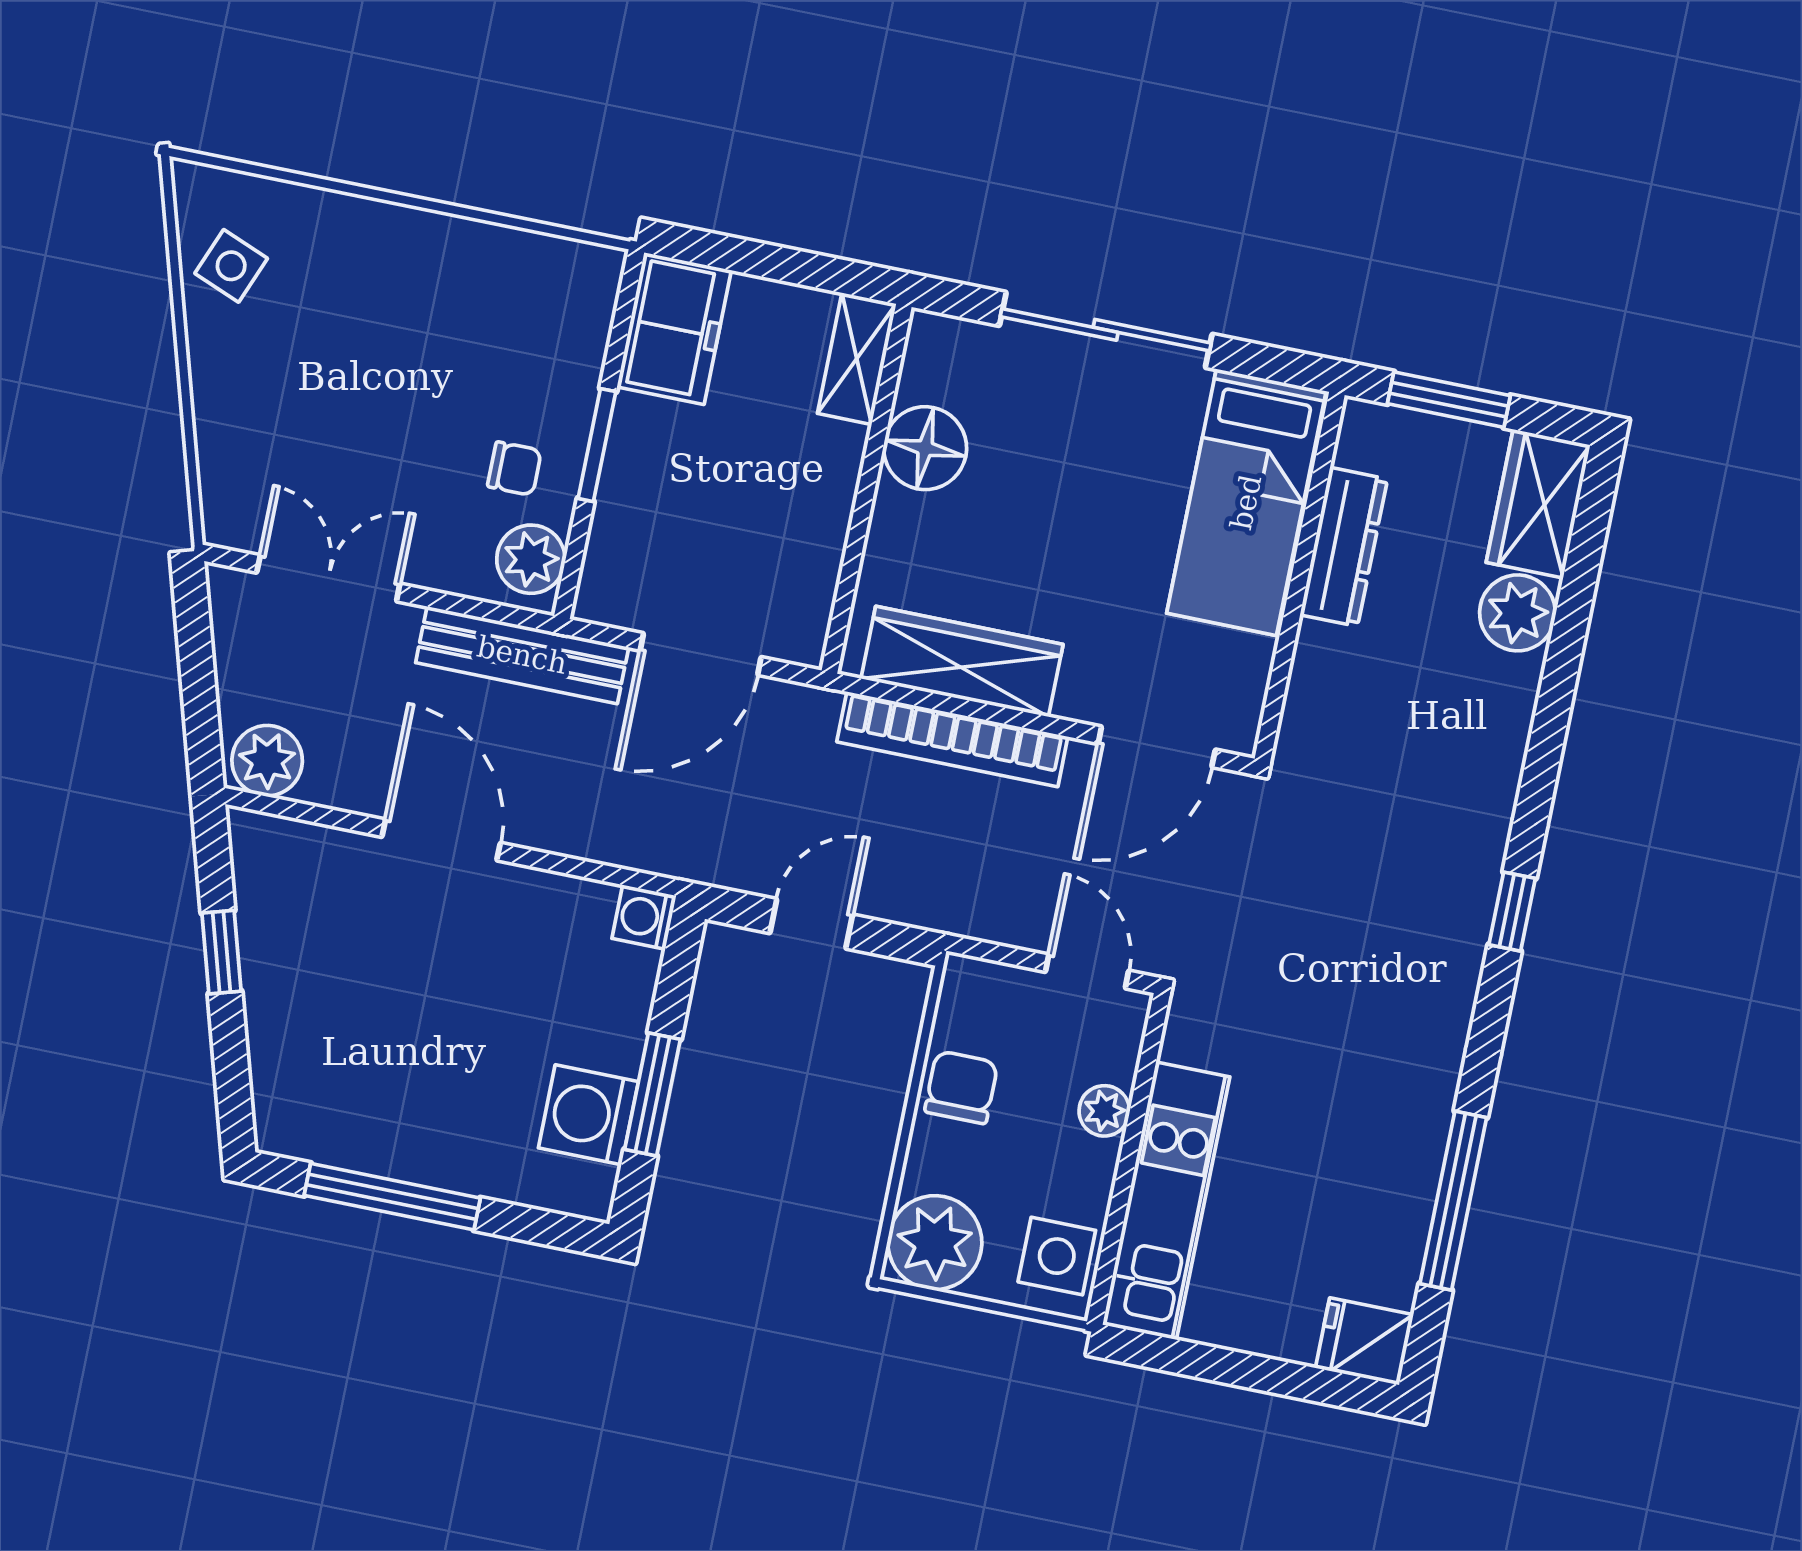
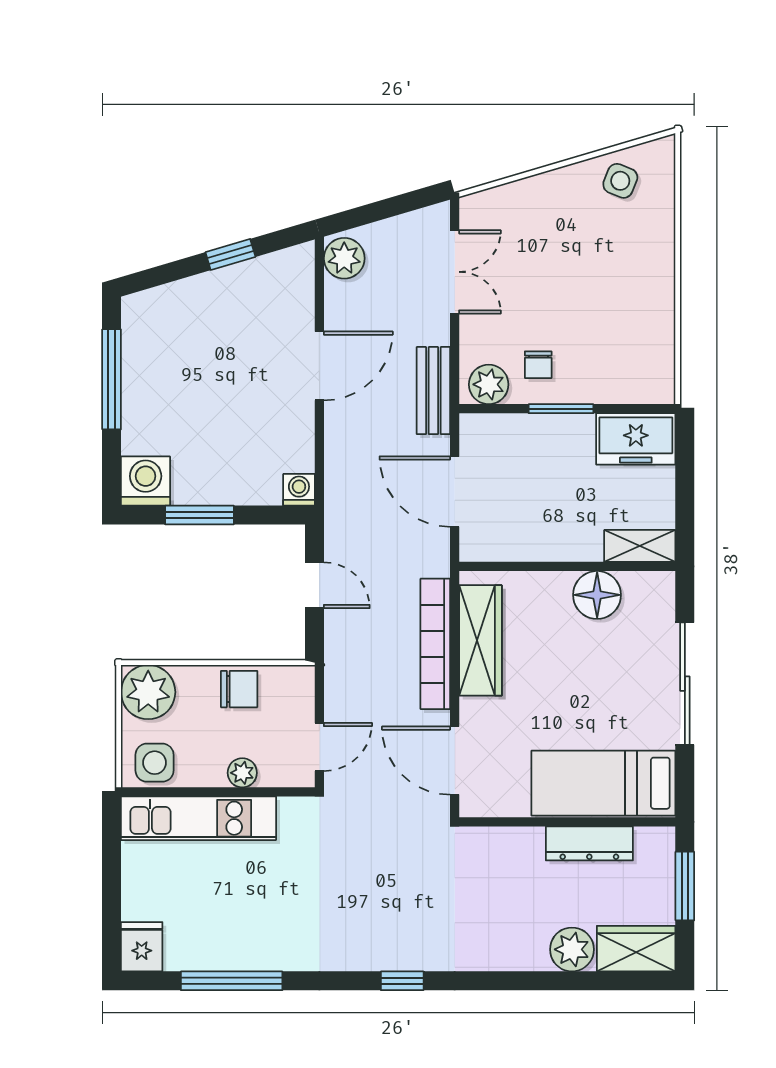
bench: (522, 655) -> (433, 391), width x0.73
washing machine: (588, 1115) -> (146, 481), moved

